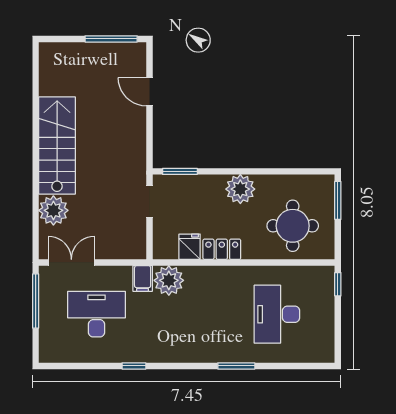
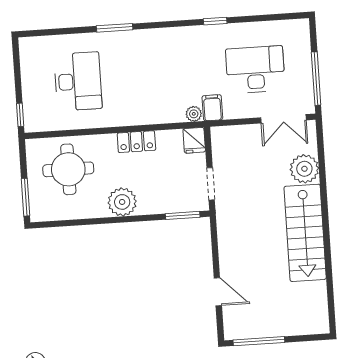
fridge: (190, 247) -> (194, 140), moved
plant: (169, 280) -> (194, 114), width x0.53, depth x0.53
desk: (97, 314) -> (255, 70), turned 180

